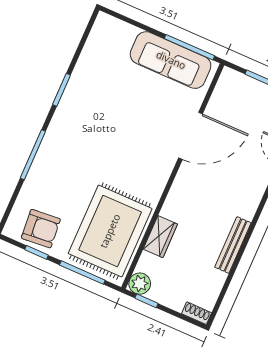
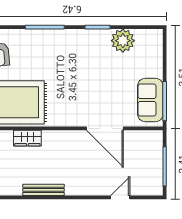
sofa: (171, 60) -> (150, 100), width x0.73
plant: (92, 66) -> (123, 41), added

